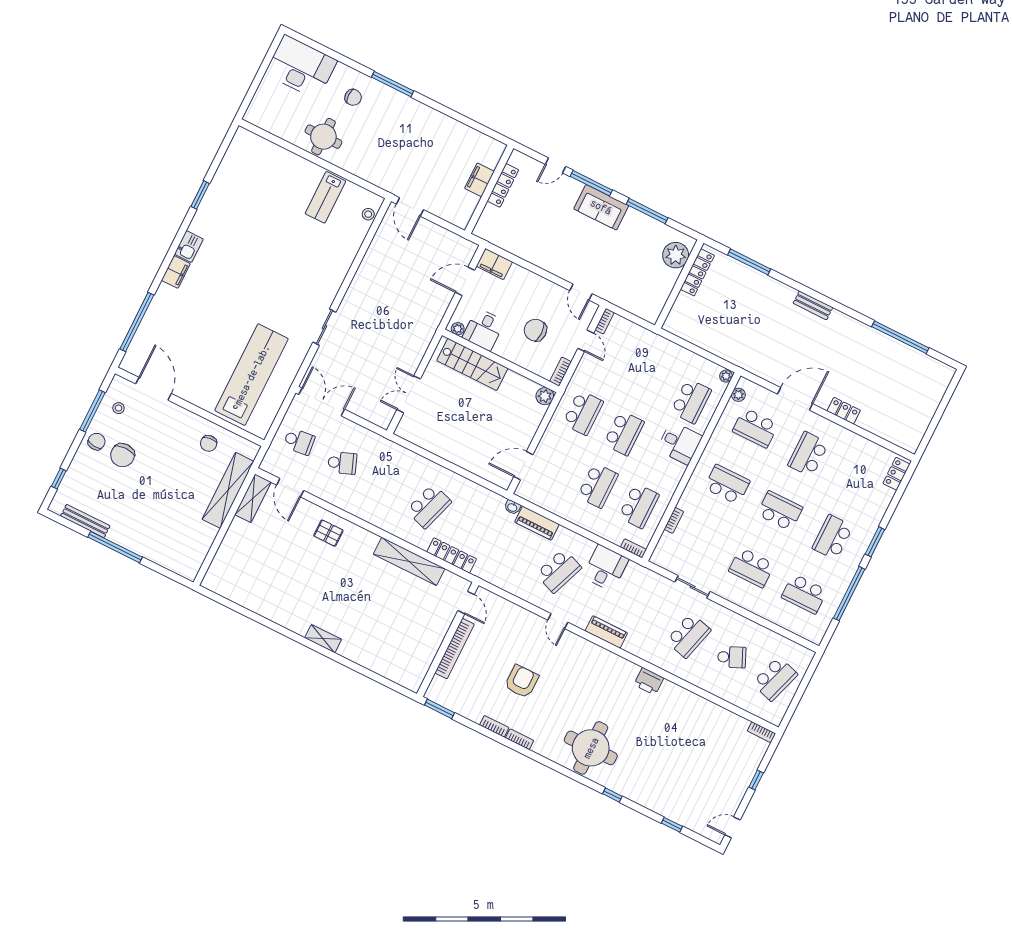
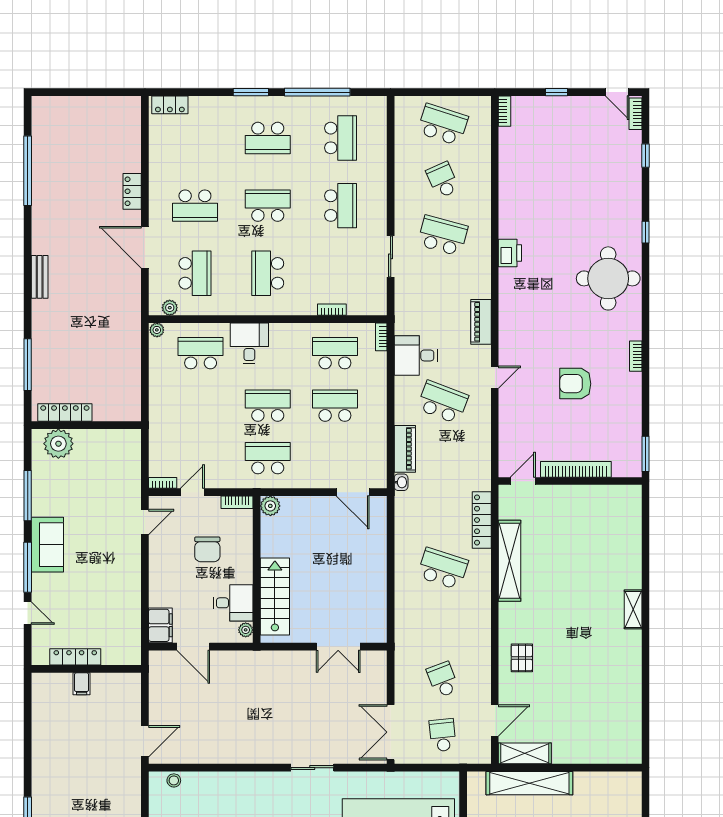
filing cabinet: (479, 180) -> (82, 684), width x0.50
school desk: (780, 511) -> (268, 206), turned 90
bookcase: (494, 726) -> (635, 114), moved

